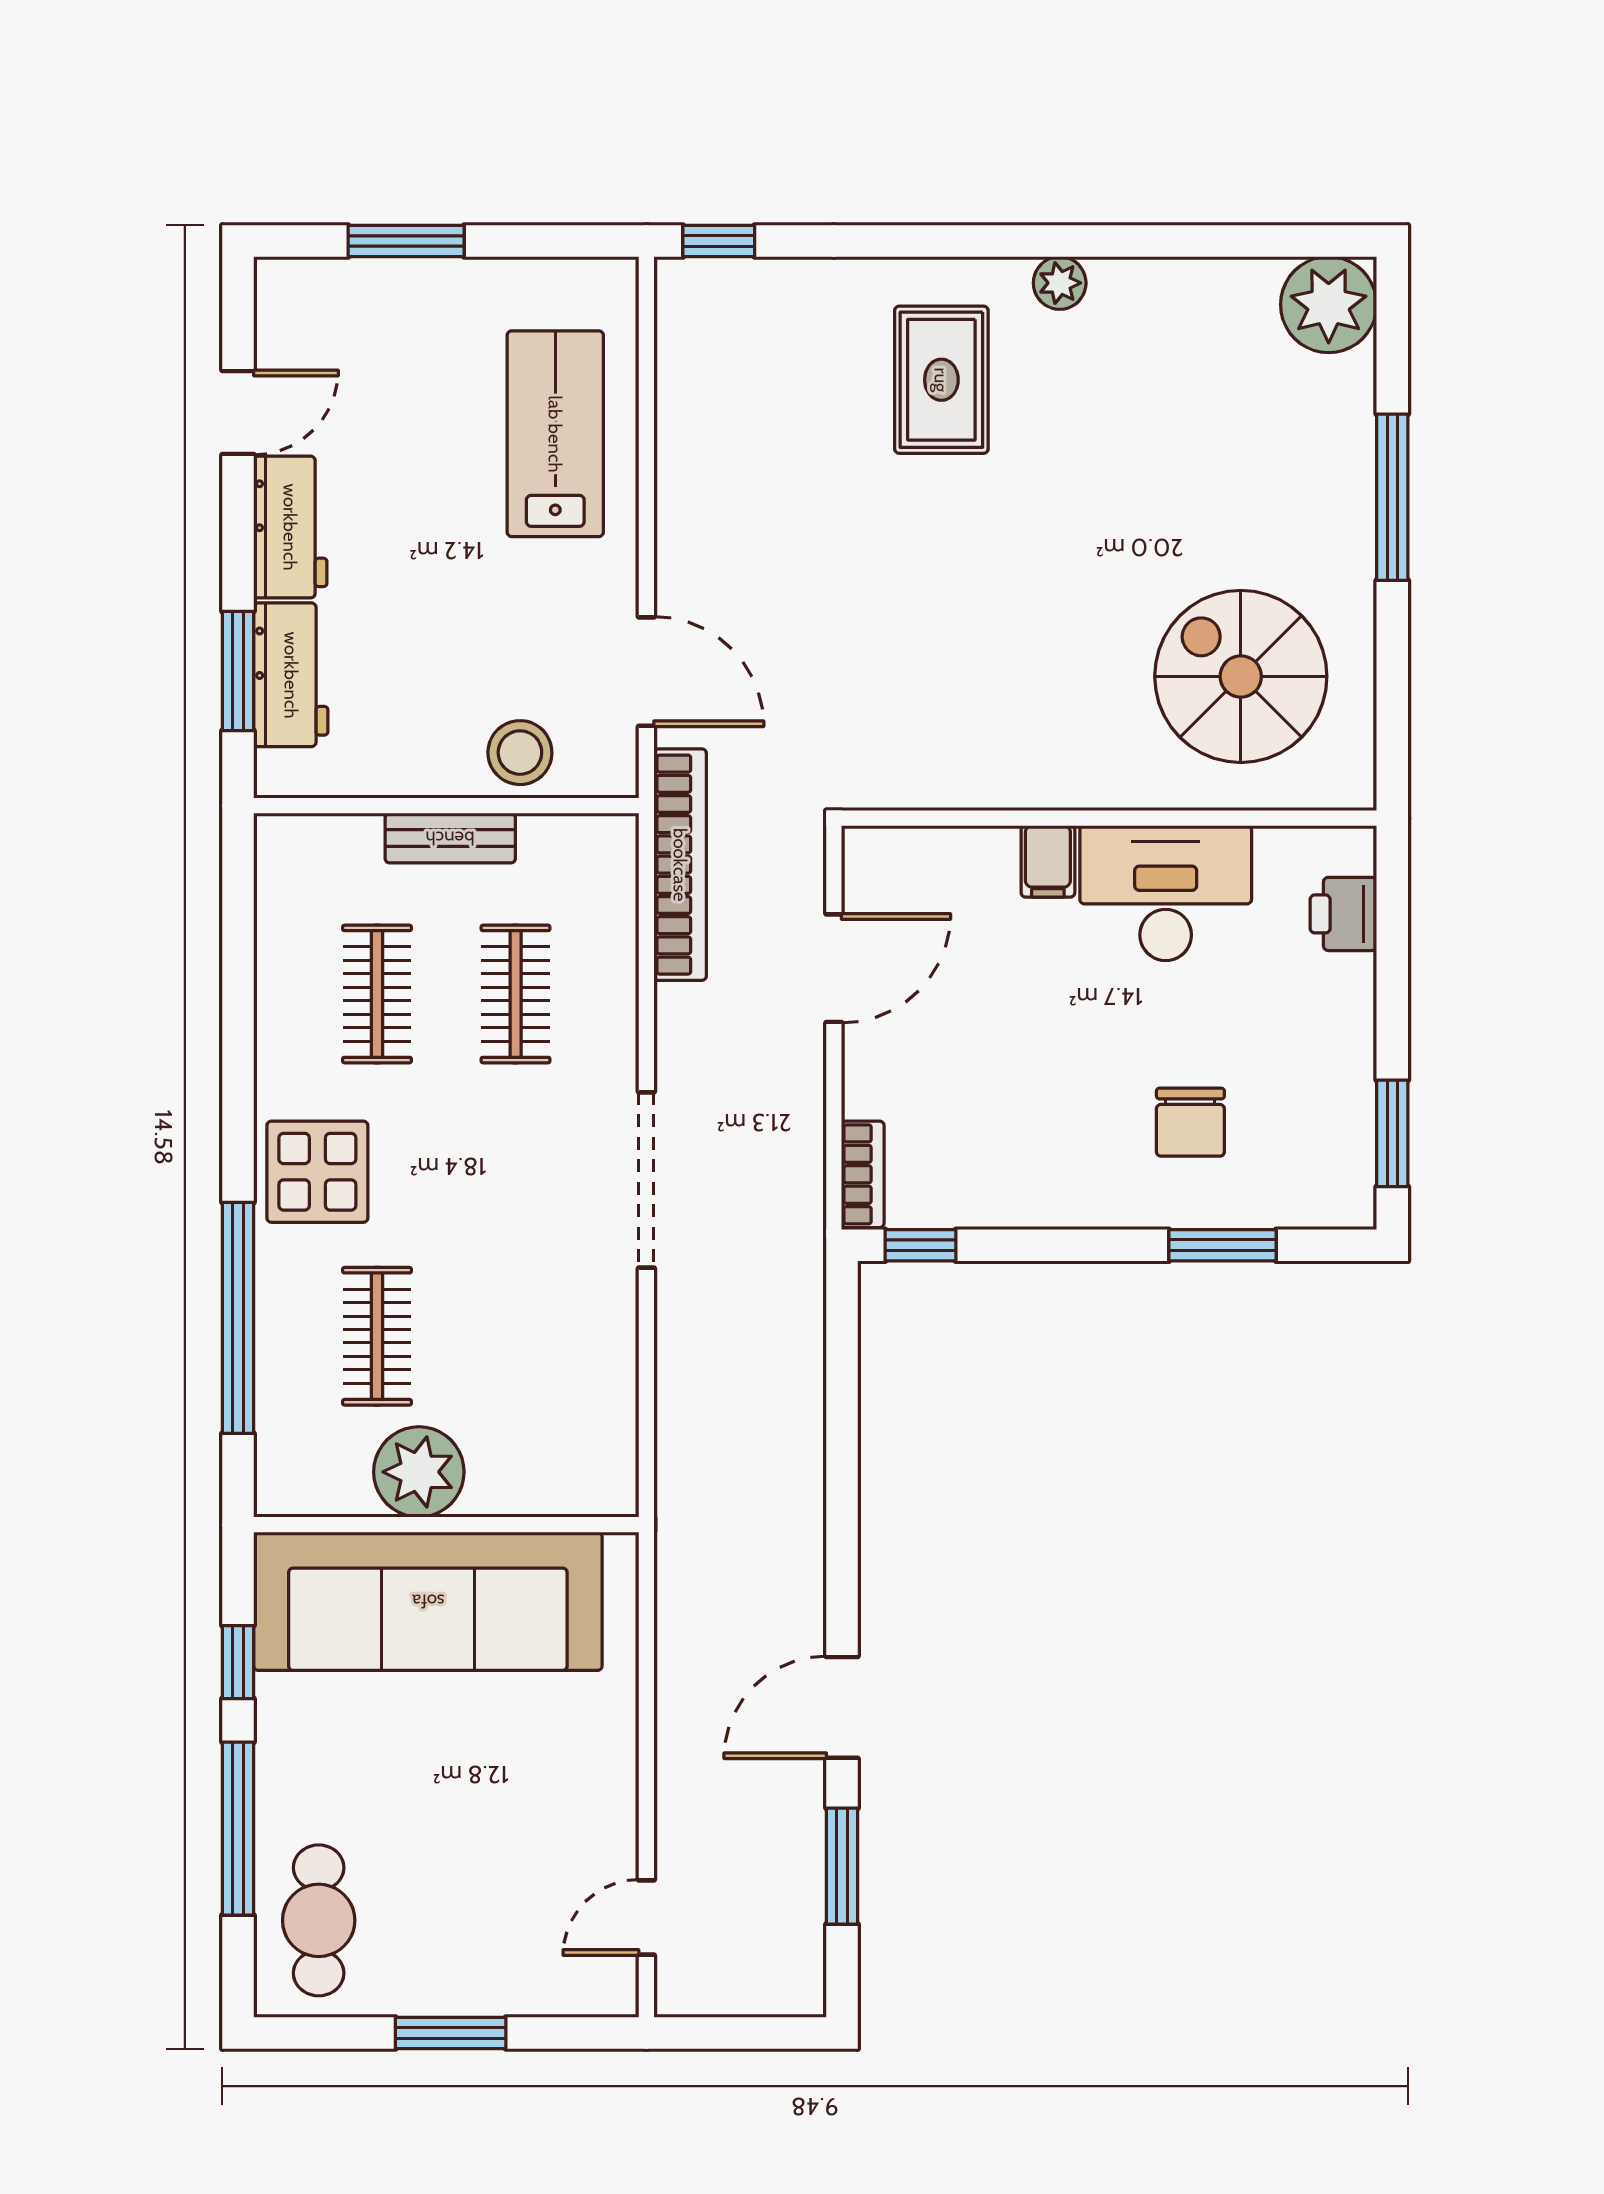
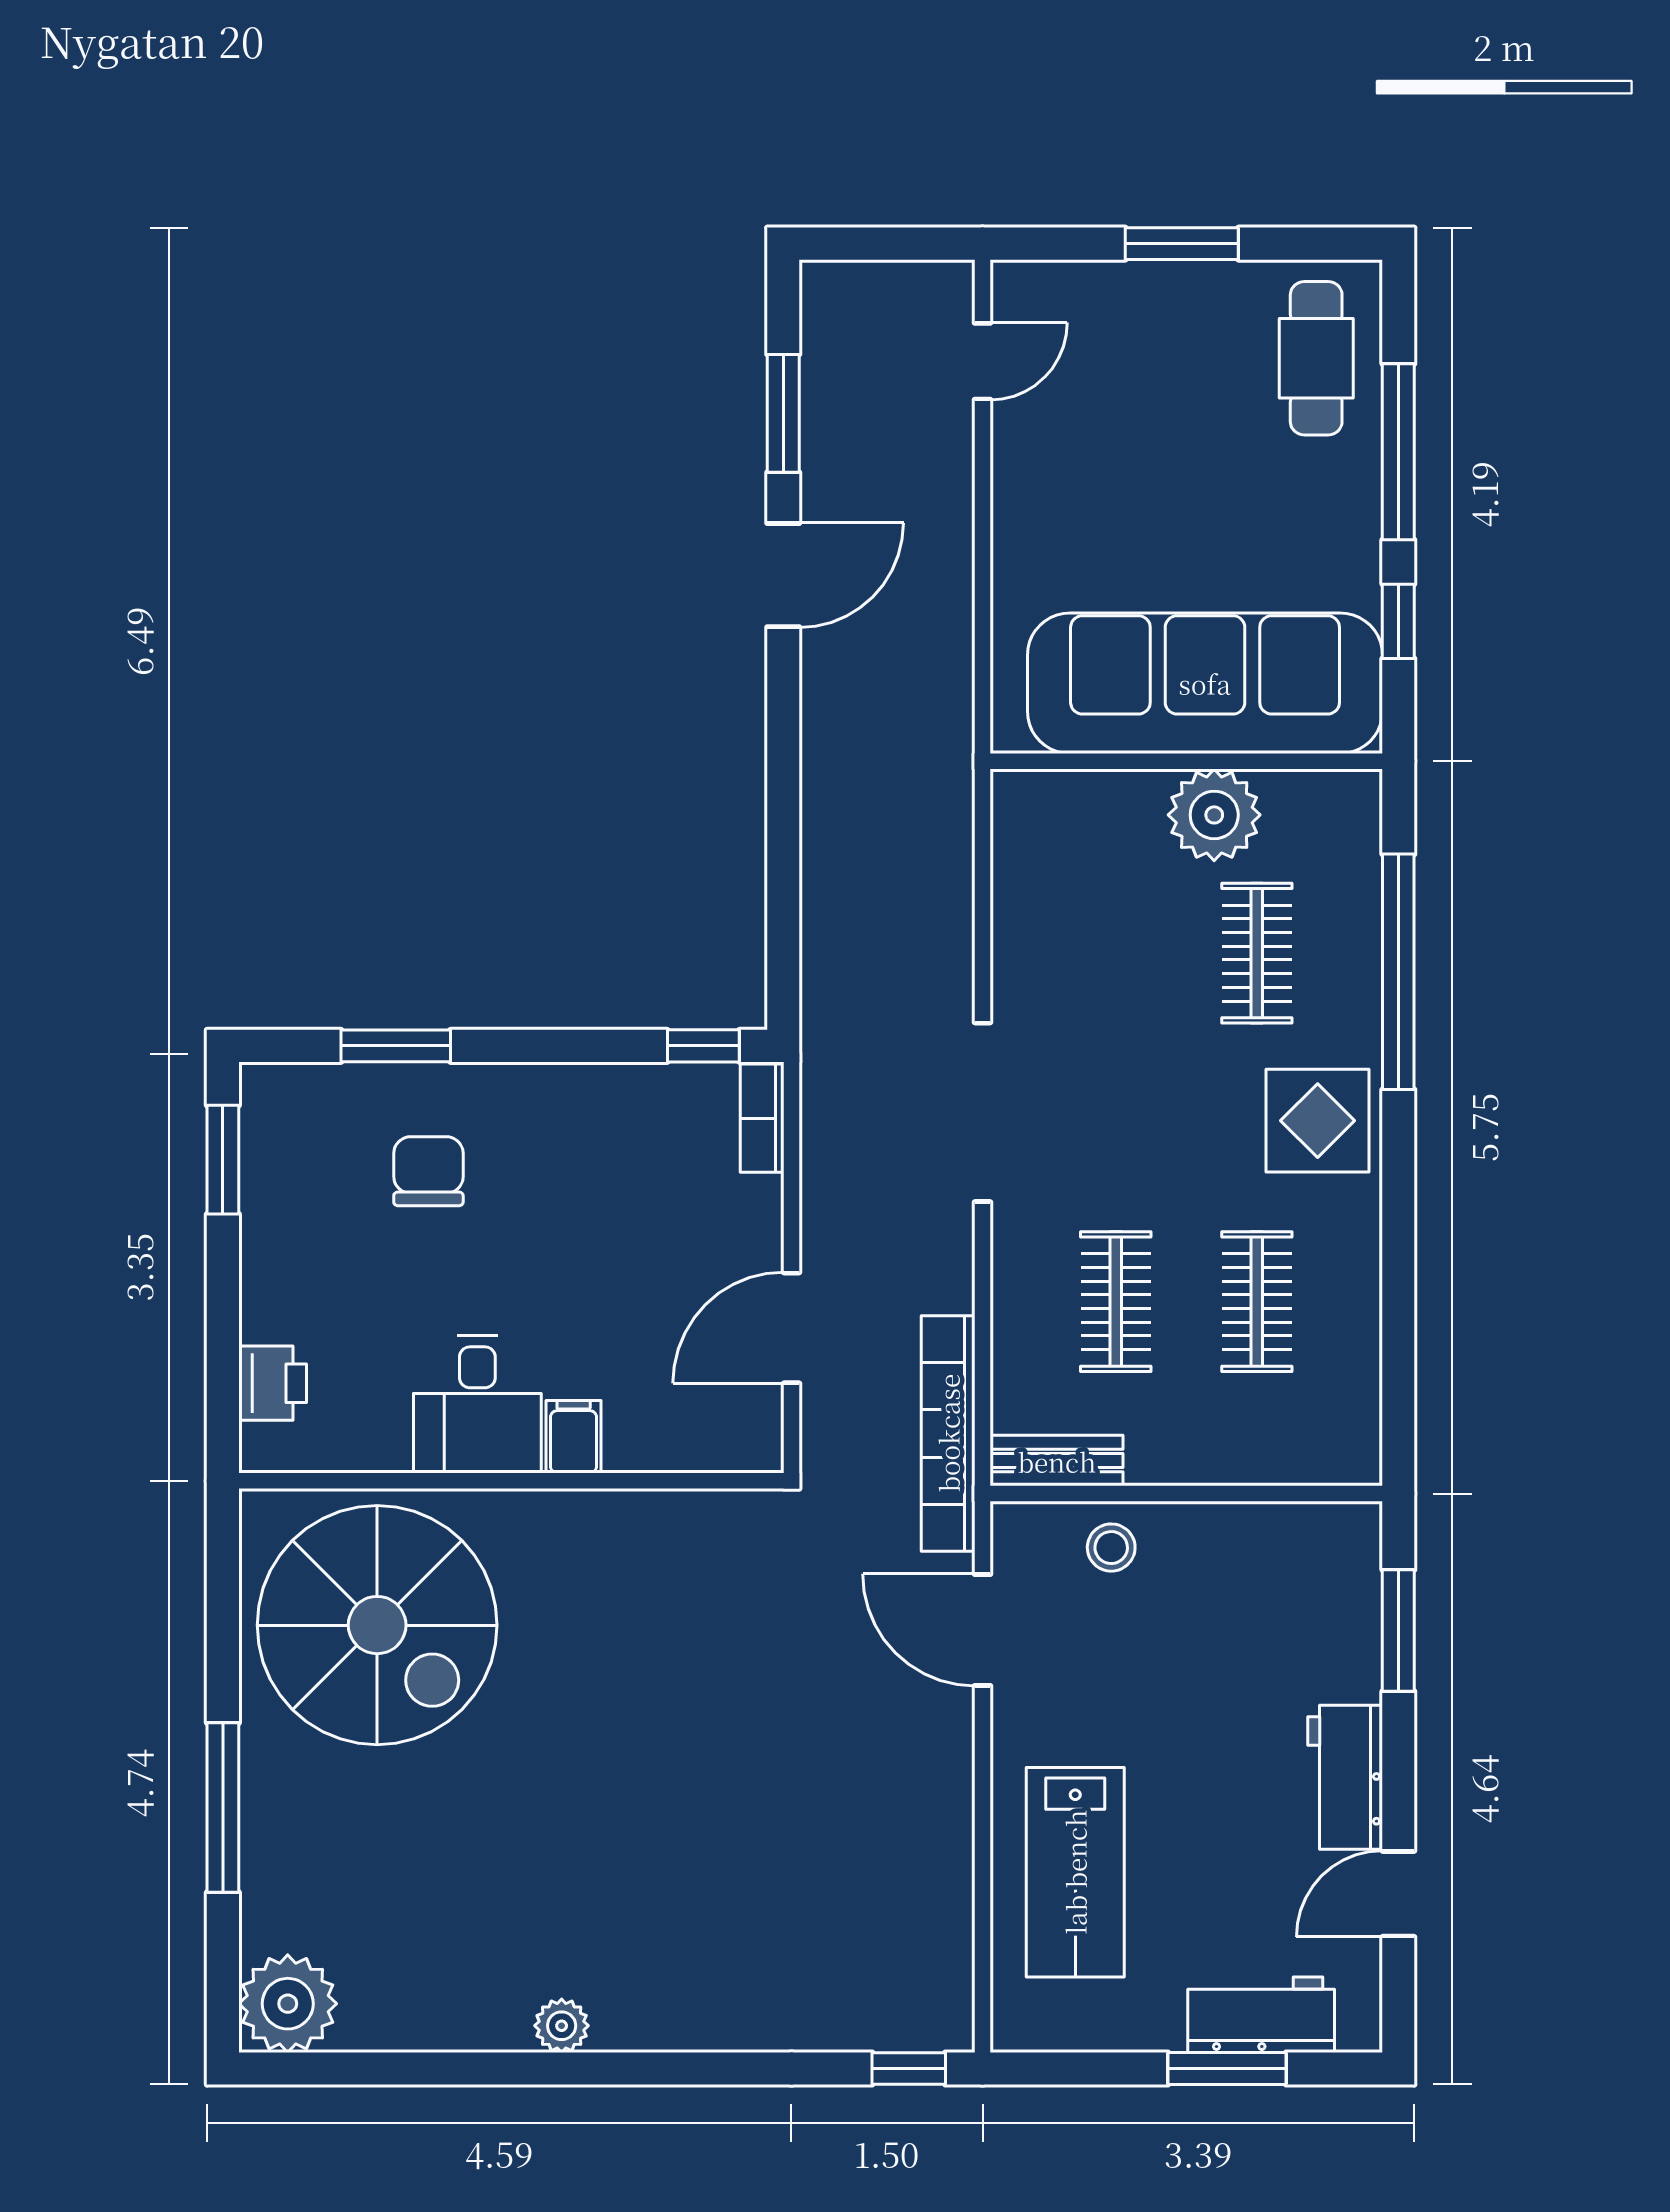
rug: (941, 380) -> (682, 1927), removed
workbench: (291, 675) -> (1261, 2015), moved, turned 90
spiral stairs: (1241, 676) -> (377, 1625), width x1.37, depth x1.37
stool: (520, 753) -> (1111, 1548), width x0.73, depth x0.73
bench: (450, 838) -> (1057, 1461), moved
desk: (1166, 893) -> (477, 1404), width x0.73

